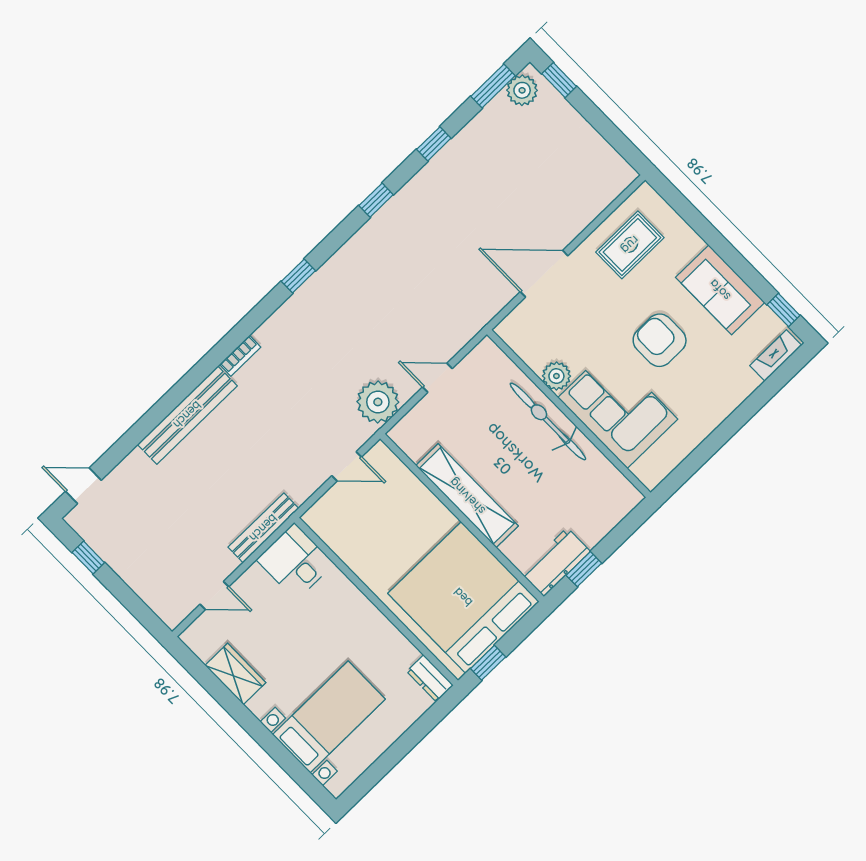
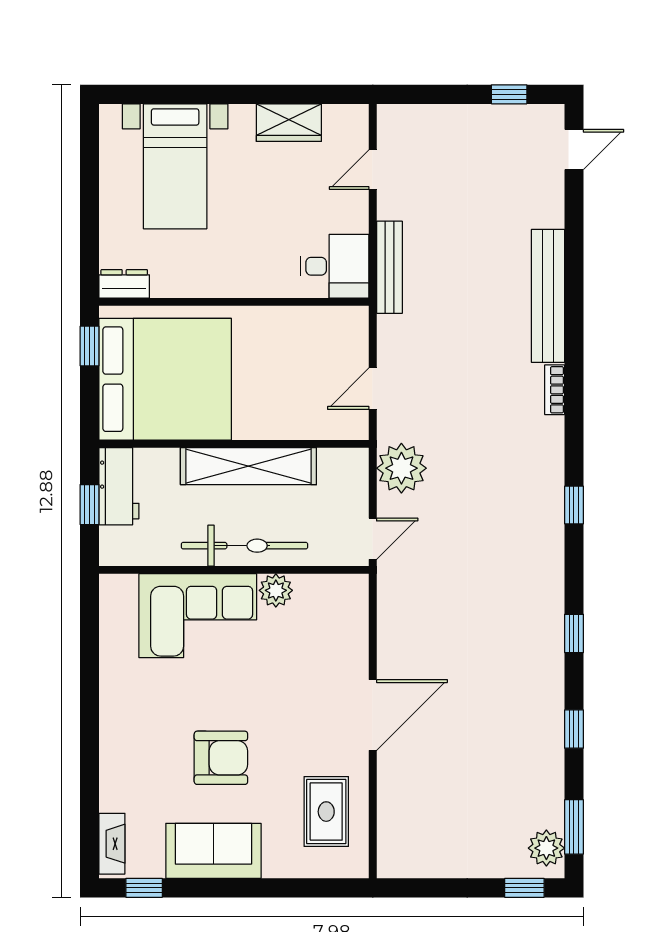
plant: (556, 376) -> (276, 590), moved
corner sofa: (618, 408) -> (198, 616), moved
wall: (569, 413) -> (234, 570), moved
bicycle: (548, 421) -> (244, 546), moved

